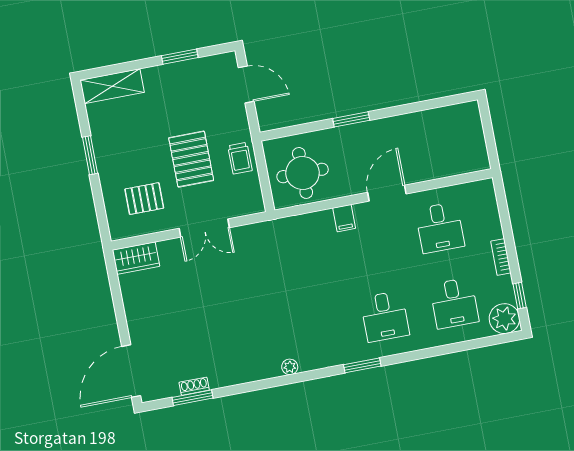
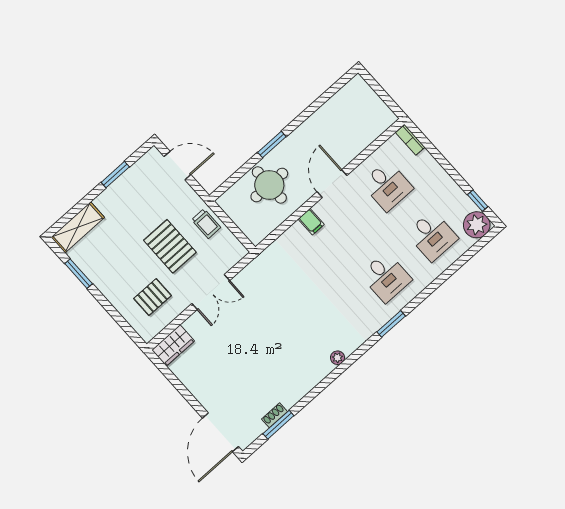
window: (90, 155) -> (79, 274), moved
round table: (303, 173) -> (269, 185), moved
bookcase: (501, 257) -> (410, 140), moved

